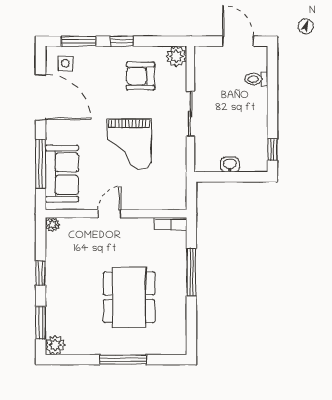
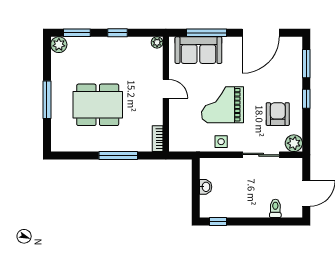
side table: (65, 63) -> (221, 142), moved
sliding door: (190, 114) -> (261, 155), moved

